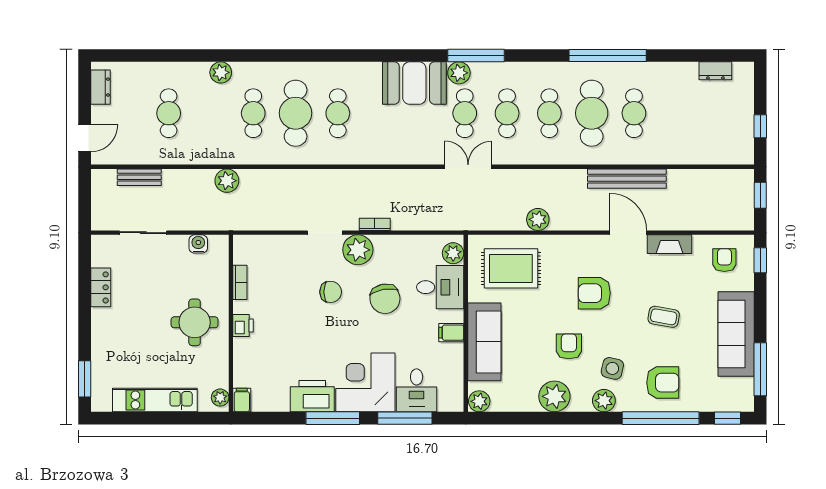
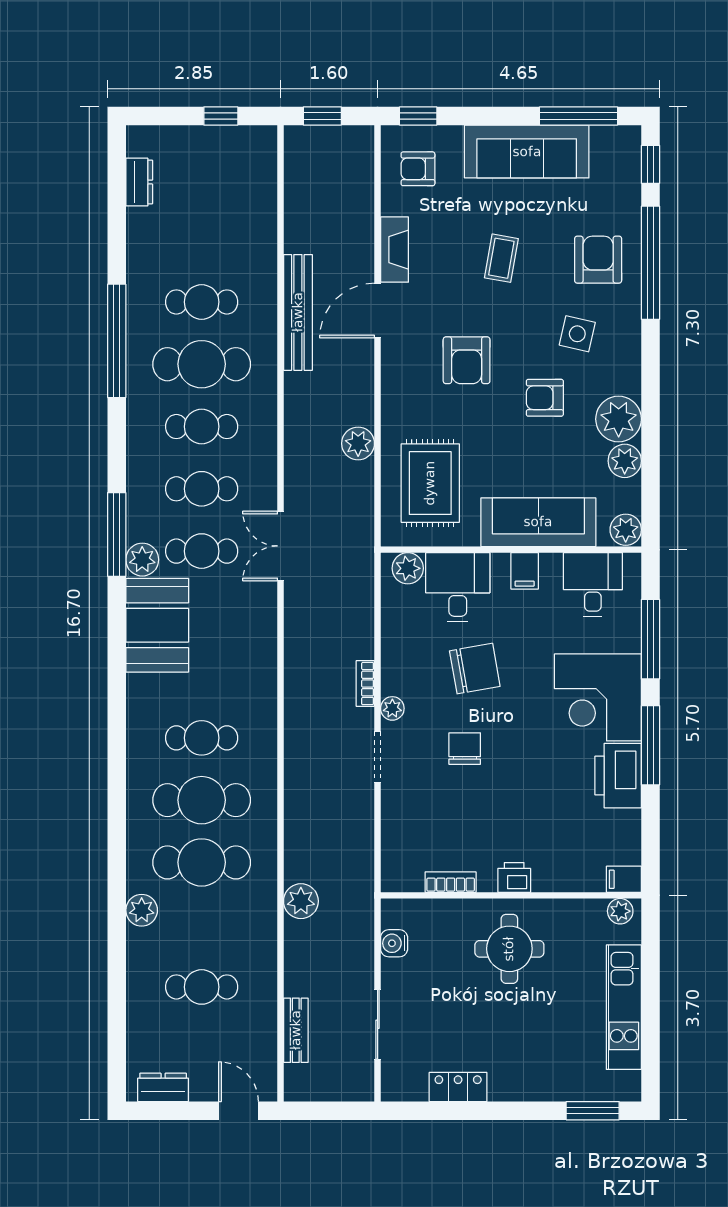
cafe table: (253, 113) -> (202, 862), width x1.37, depth x1.35
plant: (358, 250) -> (392, 708), width x0.53, depth x0.53
desk: (417, 390) -> (593, 584), moved, turned -90
plant: (604, 401) -> (625, 461), moved

